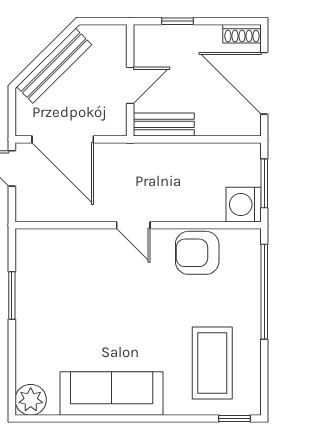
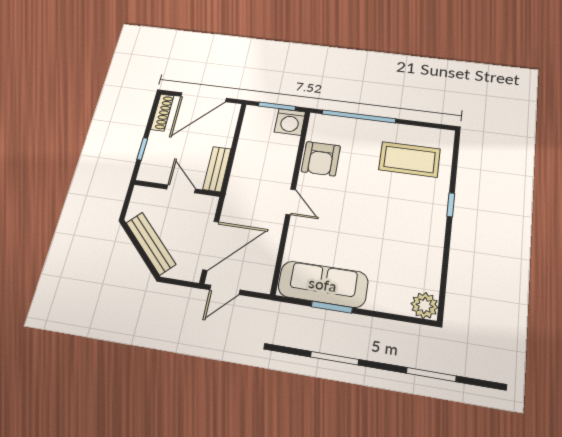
shoe rack: (242, 34) -> (162, 112), width x1.43
door: (133, 225) -> (291, 202), hinge flipped
sofa: (112, 394) -> (323, 284), moved, turned 90
window: (234, 419) -> (451, 205), moved

